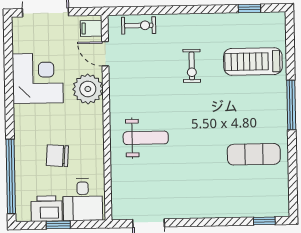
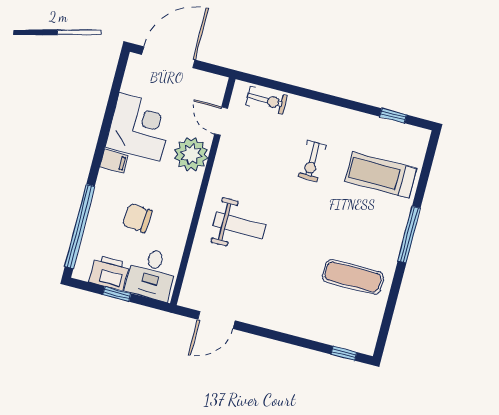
filing cabinet: (91, 28) -> (114, 161), moved, turned 180

